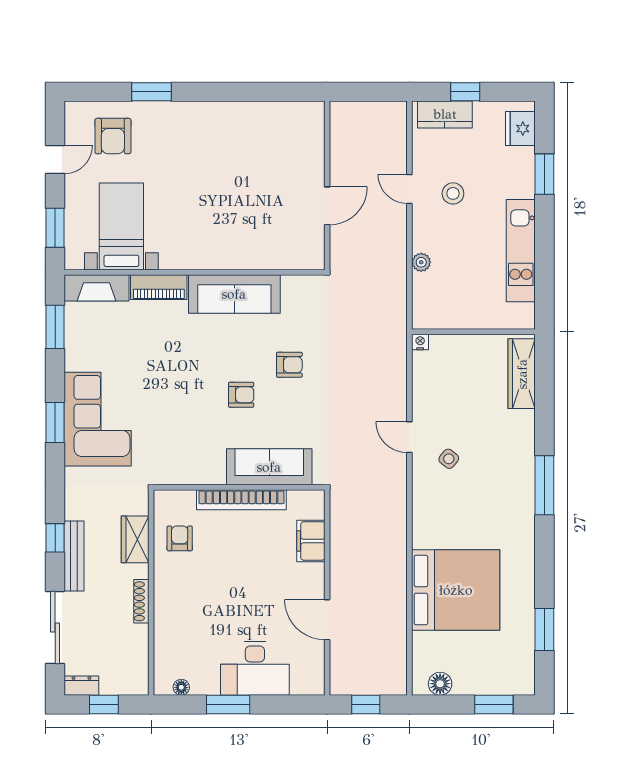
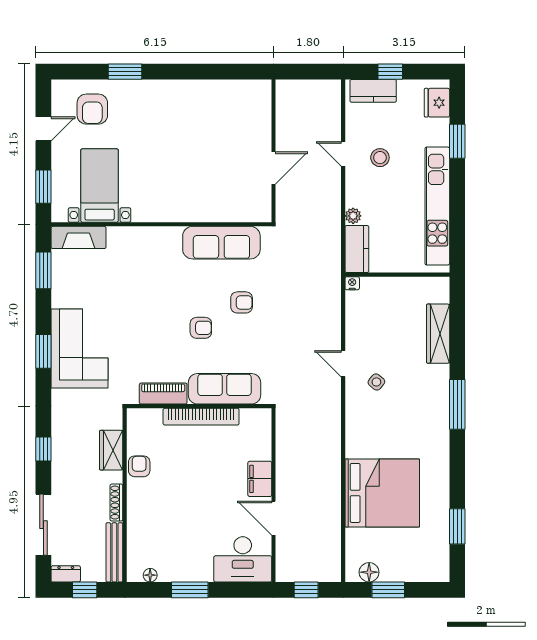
kitchen unit: (521, 251) -> (437, 206), width x1.36
piano: (159, 287) -> (163, 394), moved, turned 180
sofa: (234, 294) -> (221, 243), moved
kitchen counter: (426, 302) -> (357, 249), added
wardrobe: (522, 374) -> (438, 334), moved
armchair: (180, 538) -> (139, 466), moved
filing cabinet: (311, 541) -> (260, 479), moved
bench: (74, 556) -> (114, 552), moved
desk: (255, 668) -> (243, 559), moved
window: (494, 704) -> (388, 590), moved

